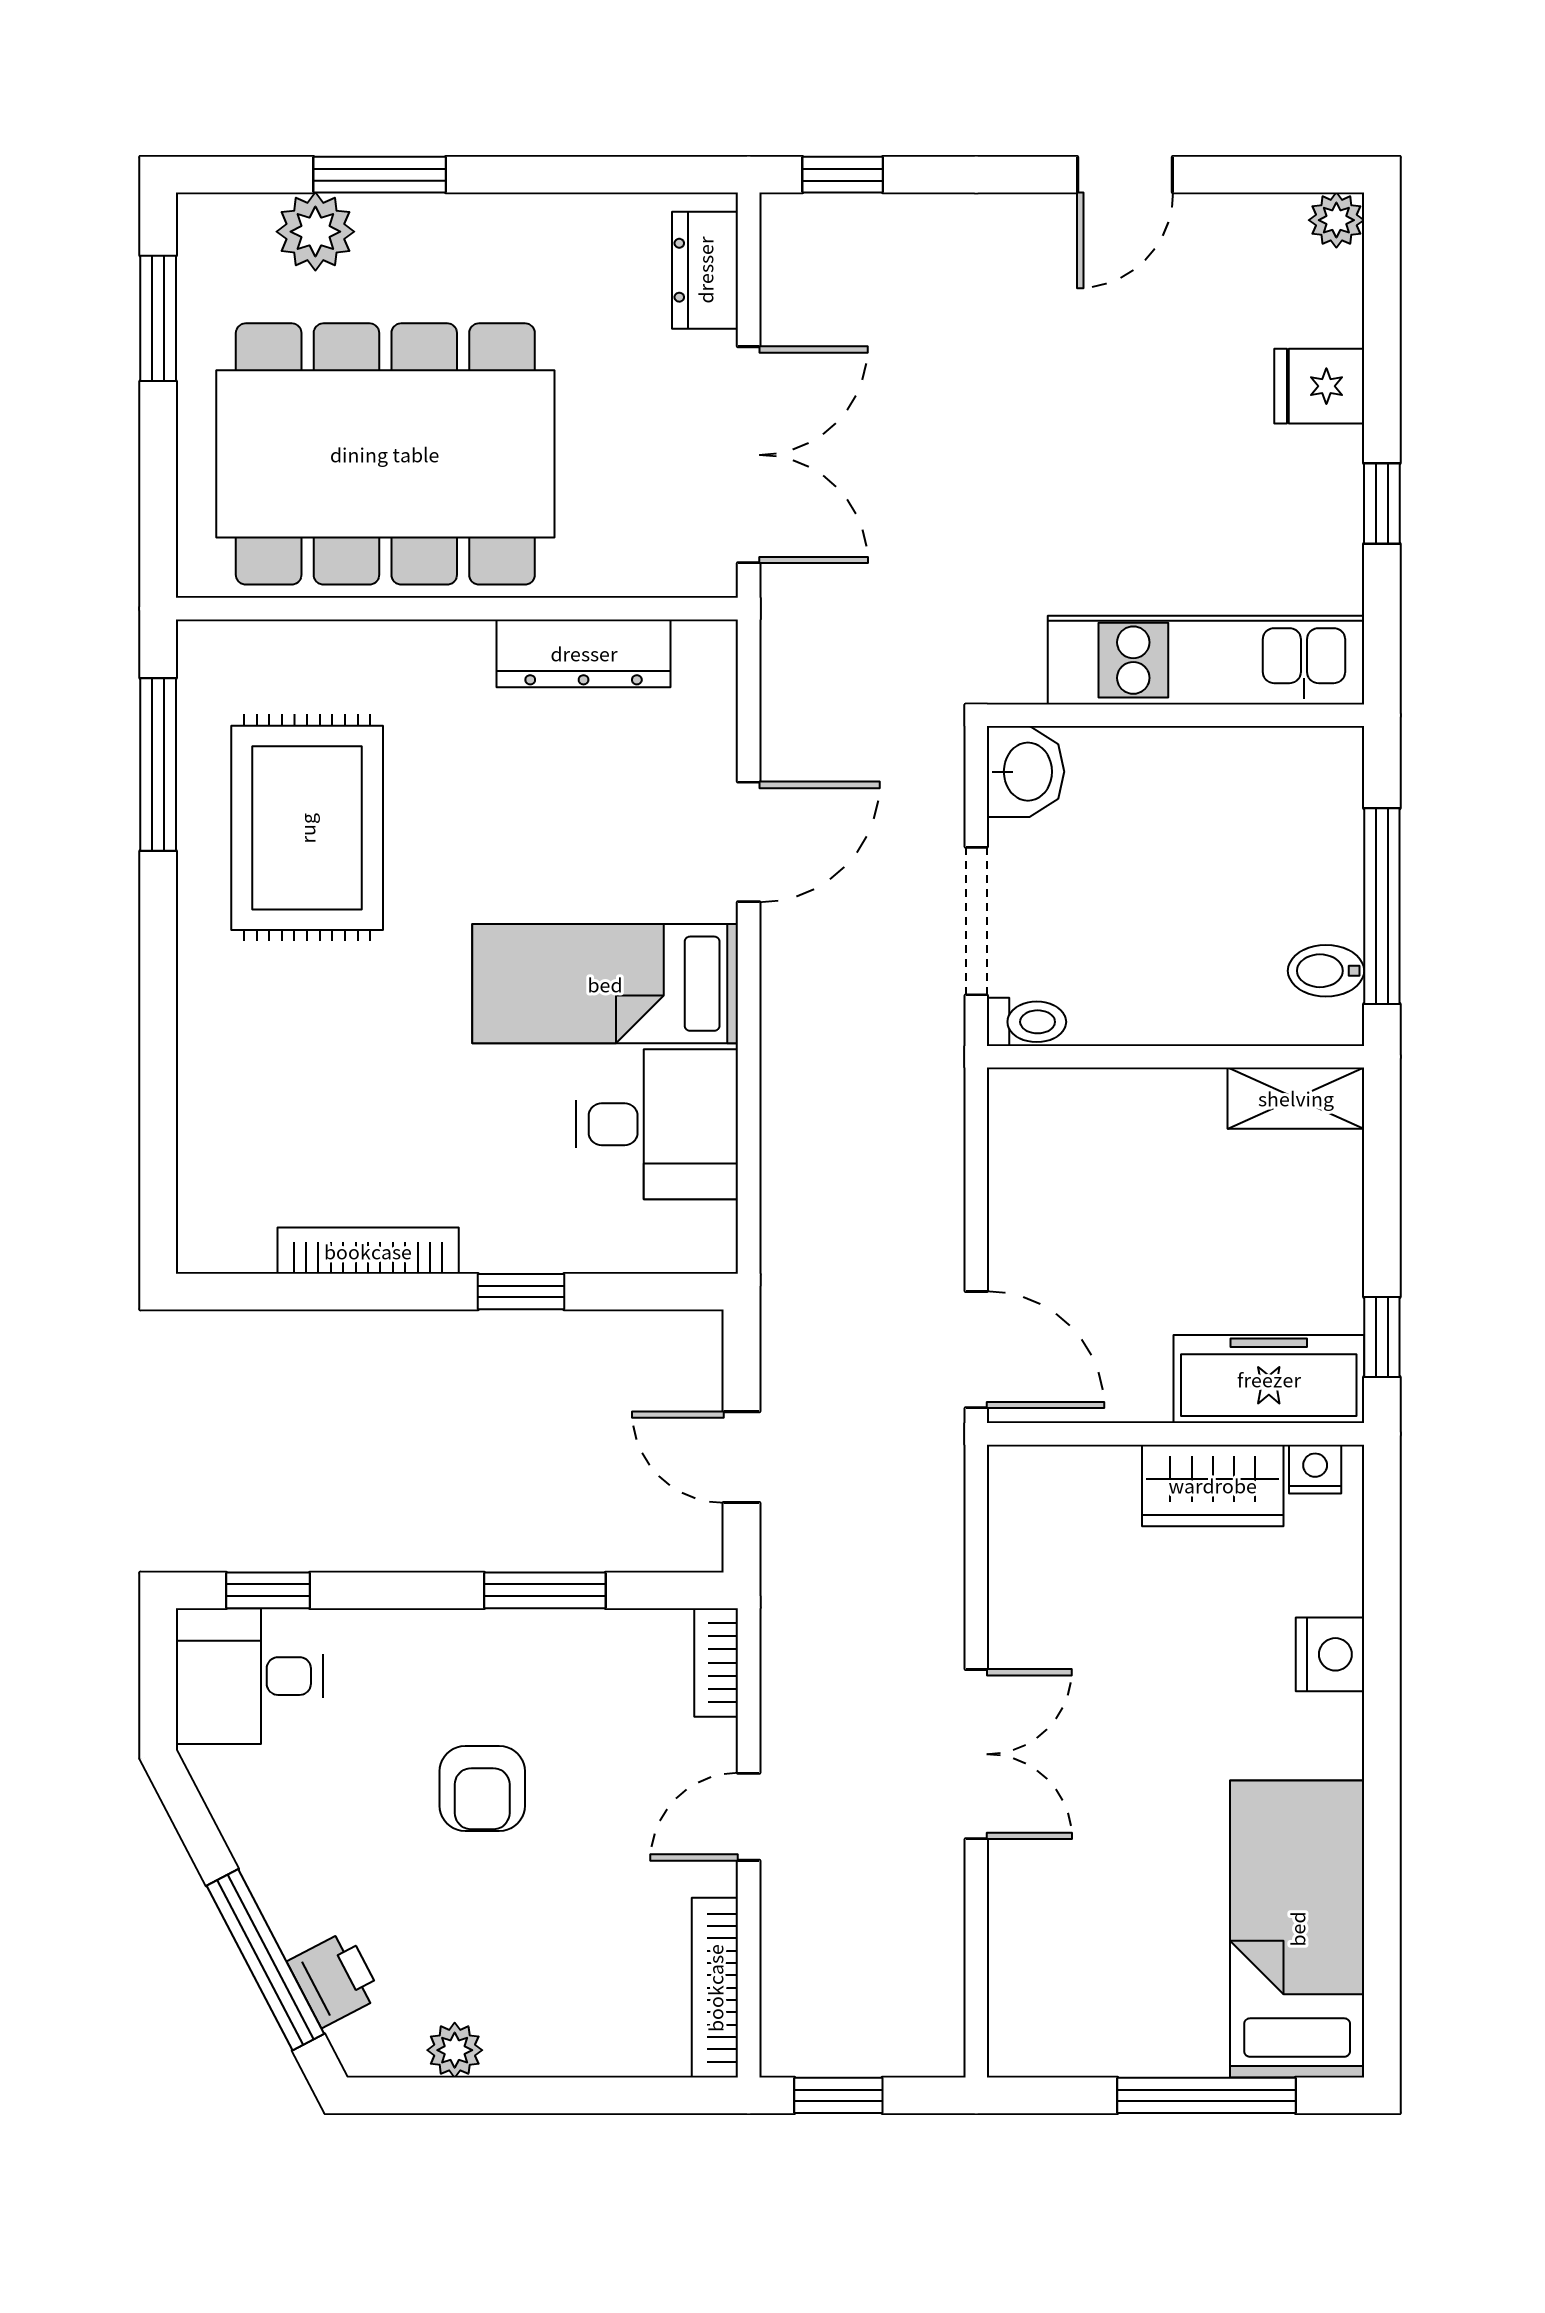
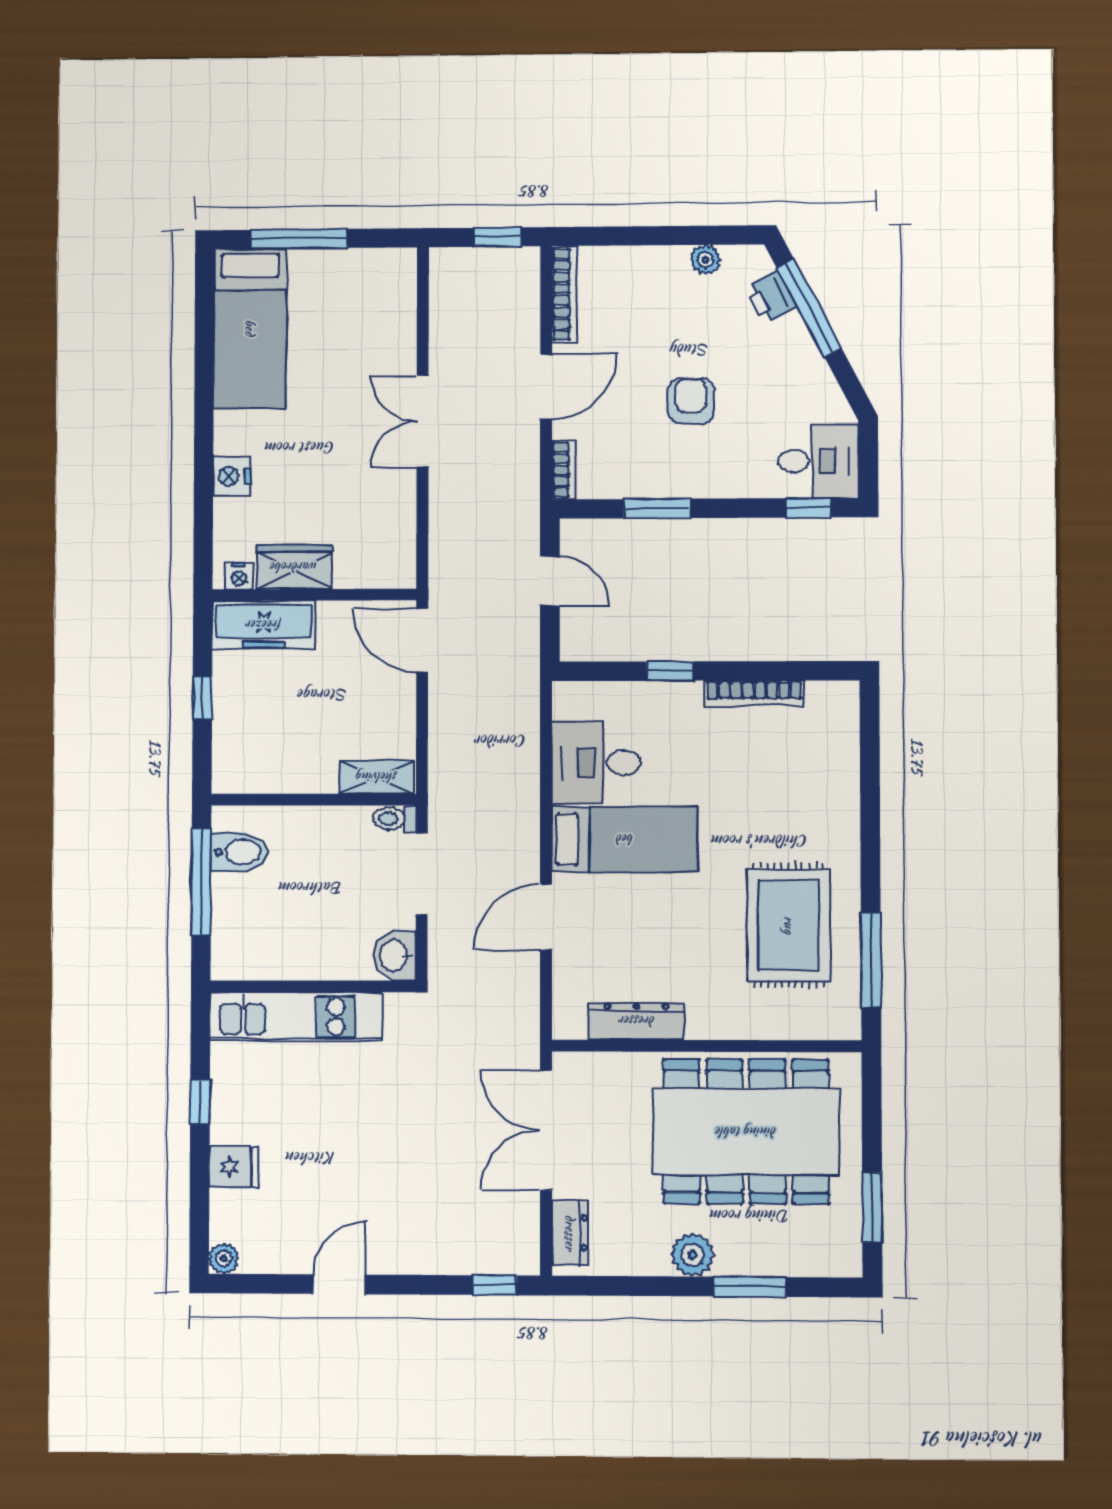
plant: (315, 232) -> (692, 1255), moved
bidet: (1326, 971) -> (239, 852), width x1.38, depth x1.36
shelving: (1296, 1098) -> (377, 777), moved
window: (1382, 1337) -> (202, 698), moved
door: (749, 1817) -> (546, 387), width x1.38

